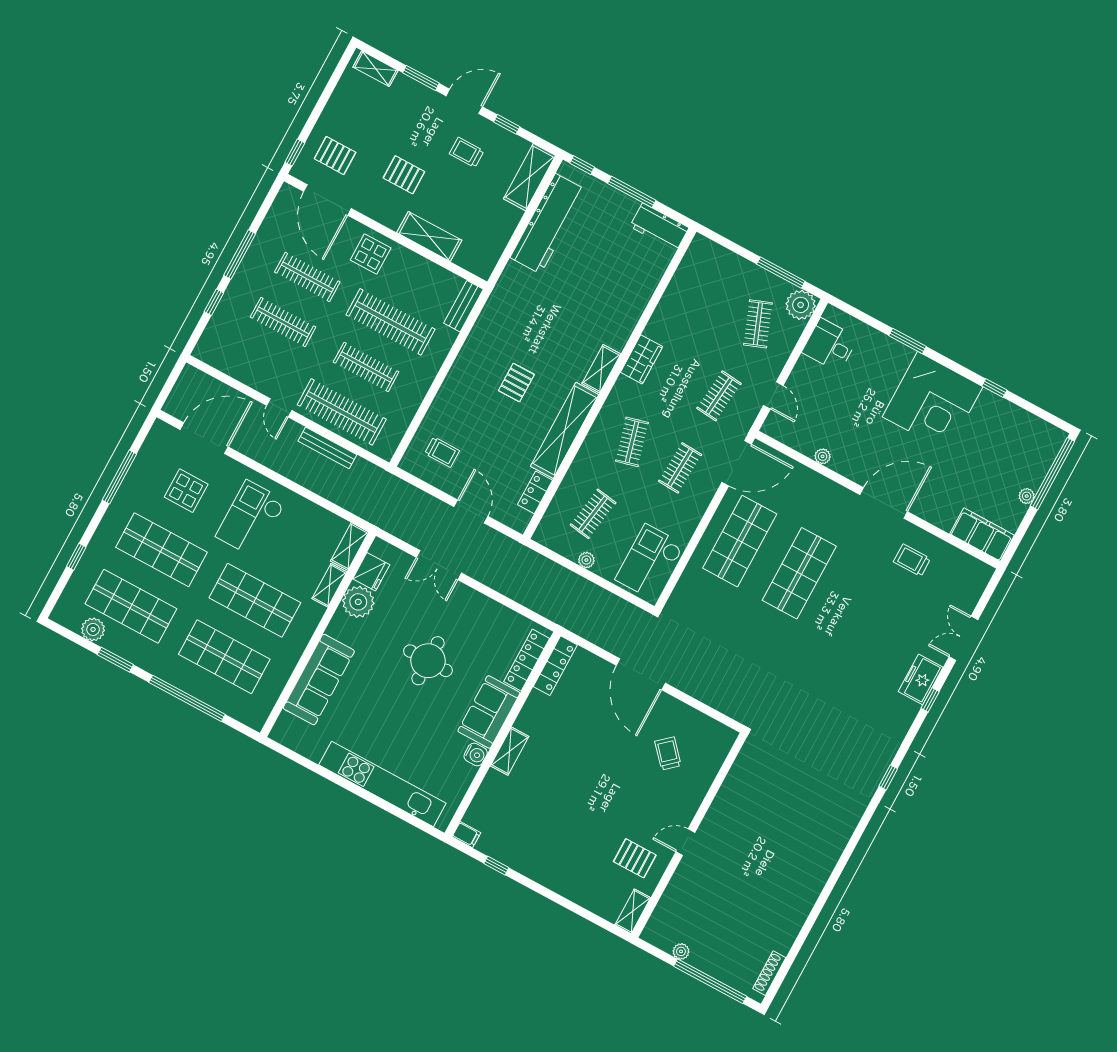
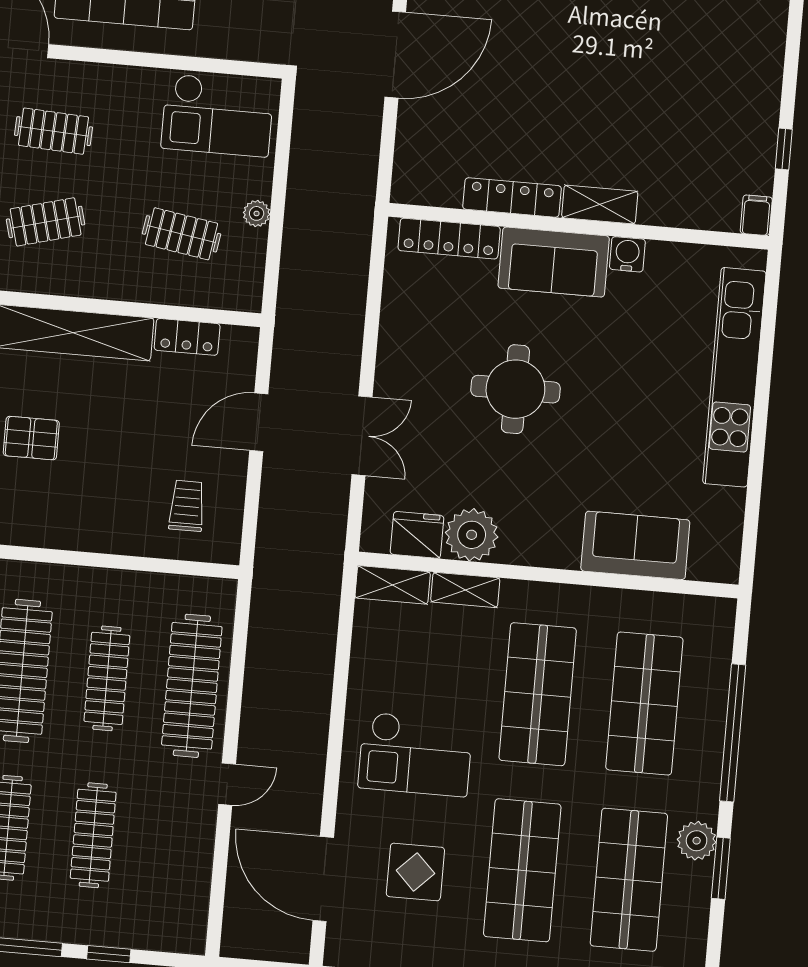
bench: (327, 448) -> (256, 684), removed
plant: (93, 629) -> (697, 841), moved
locker: (555, 666) -> (512, 197), moved
sofa: (319, 680) -> (635, 545), width x0.73

